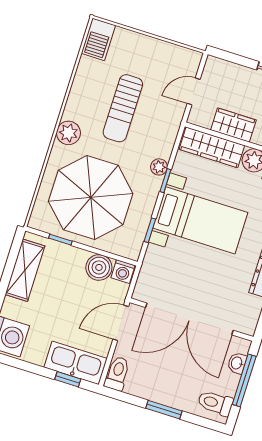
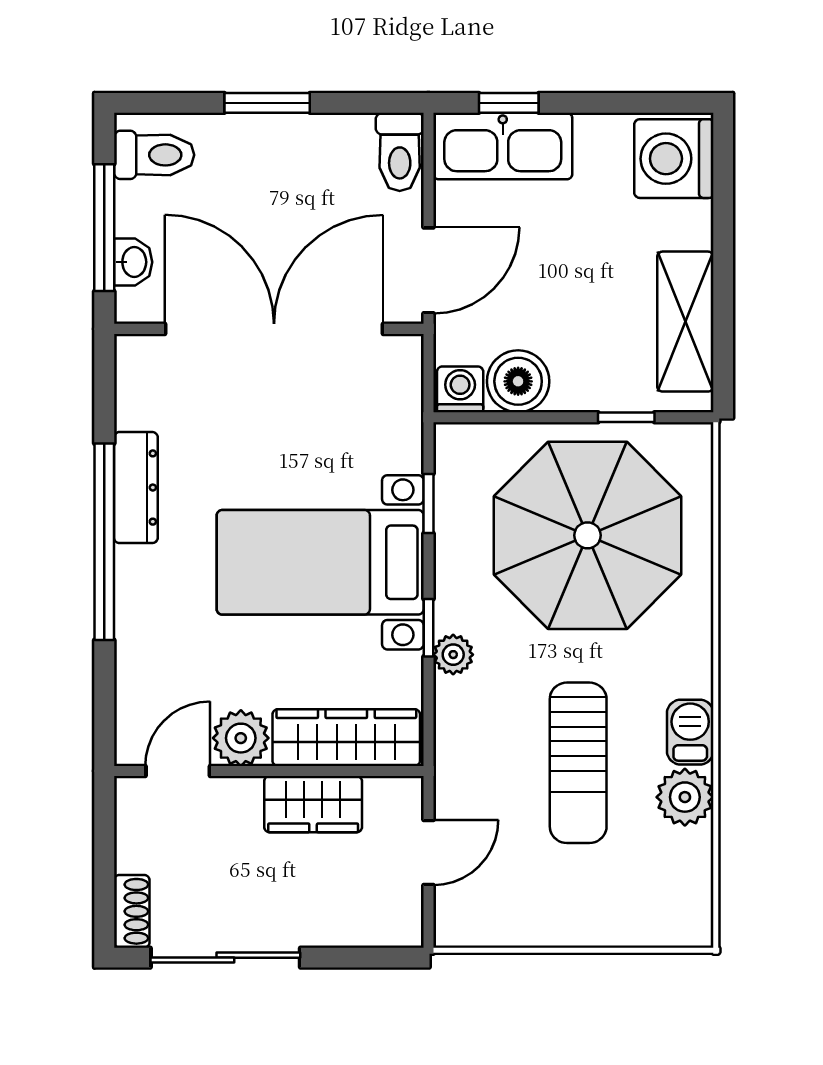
barbecue: (98, 39) -> (690, 732), moved, width x0.73, depth x0.79
sun lounger: (123, 108) -> (578, 763), turned 180
plant: (68, 133) -> (685, 797), moved

